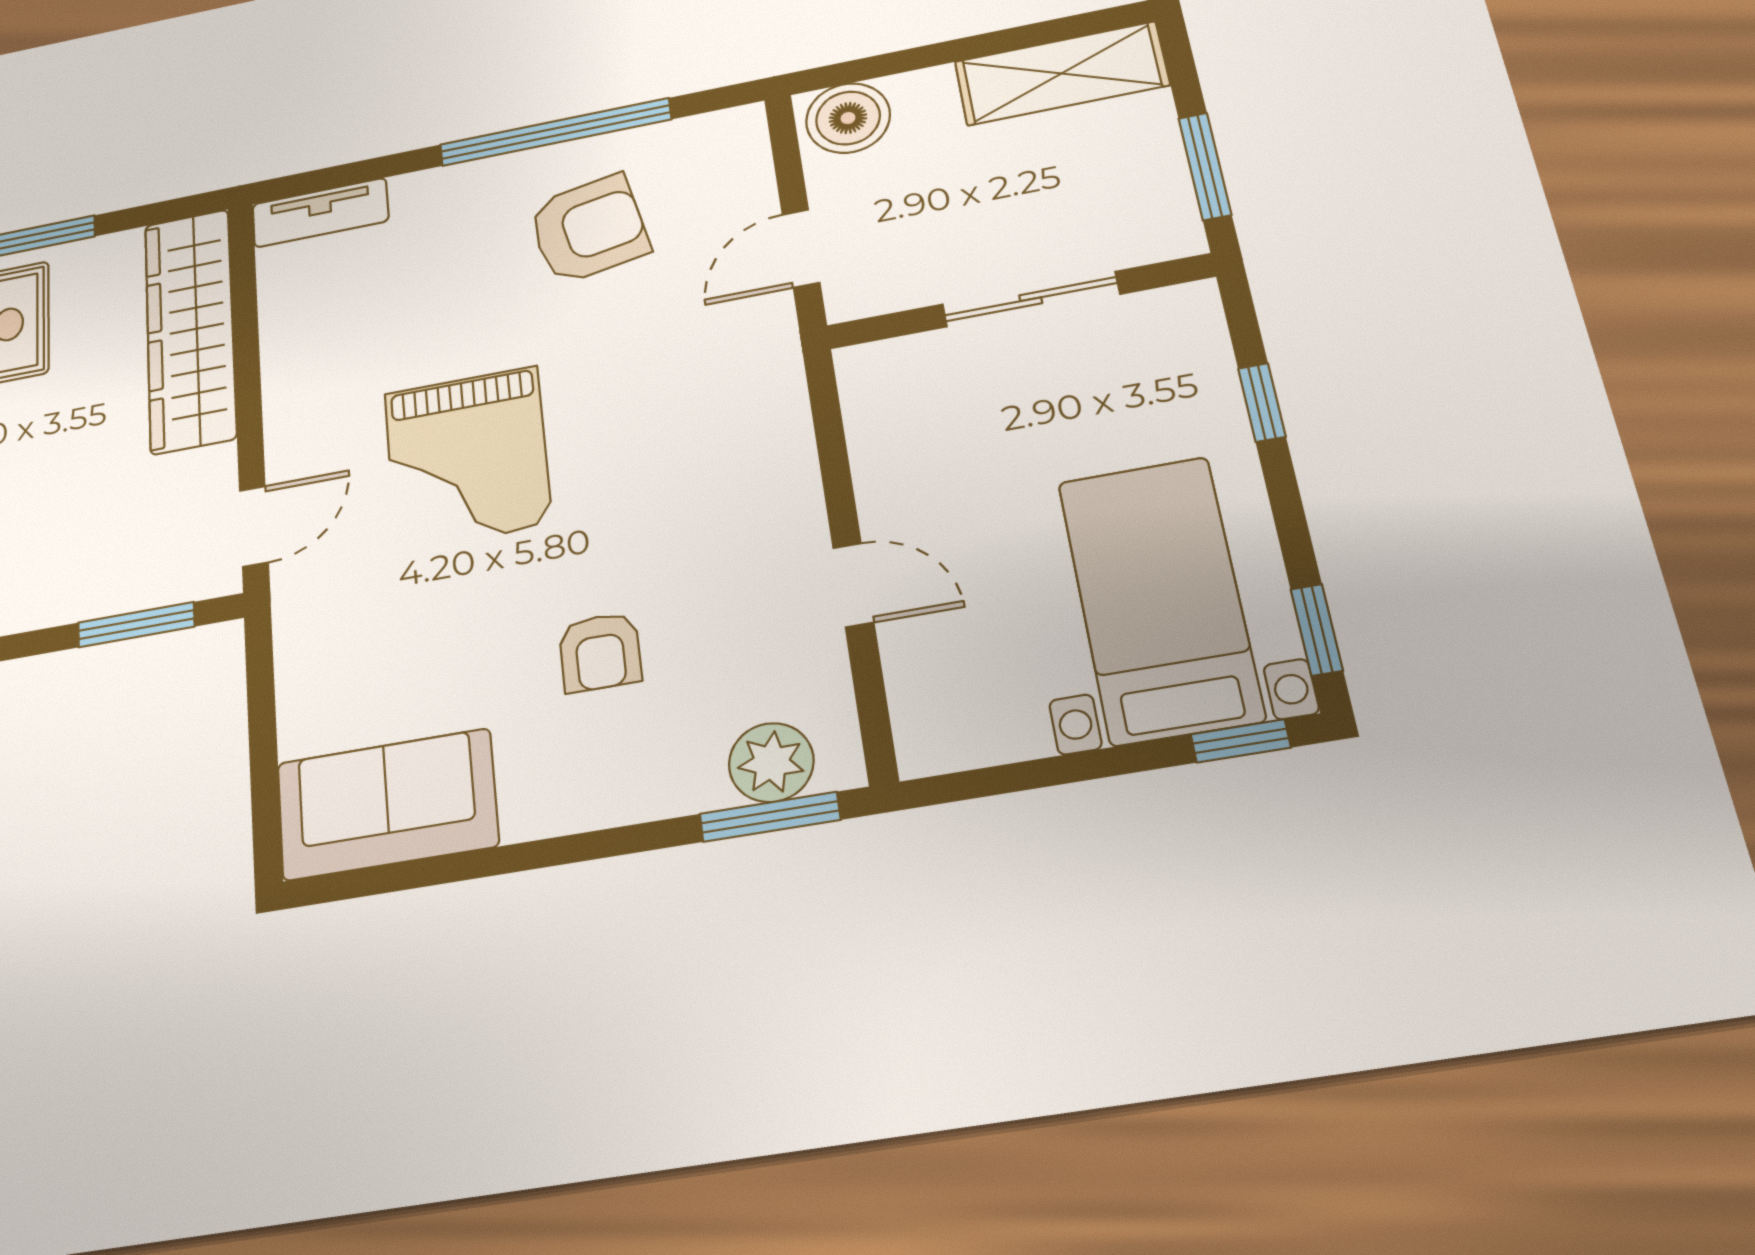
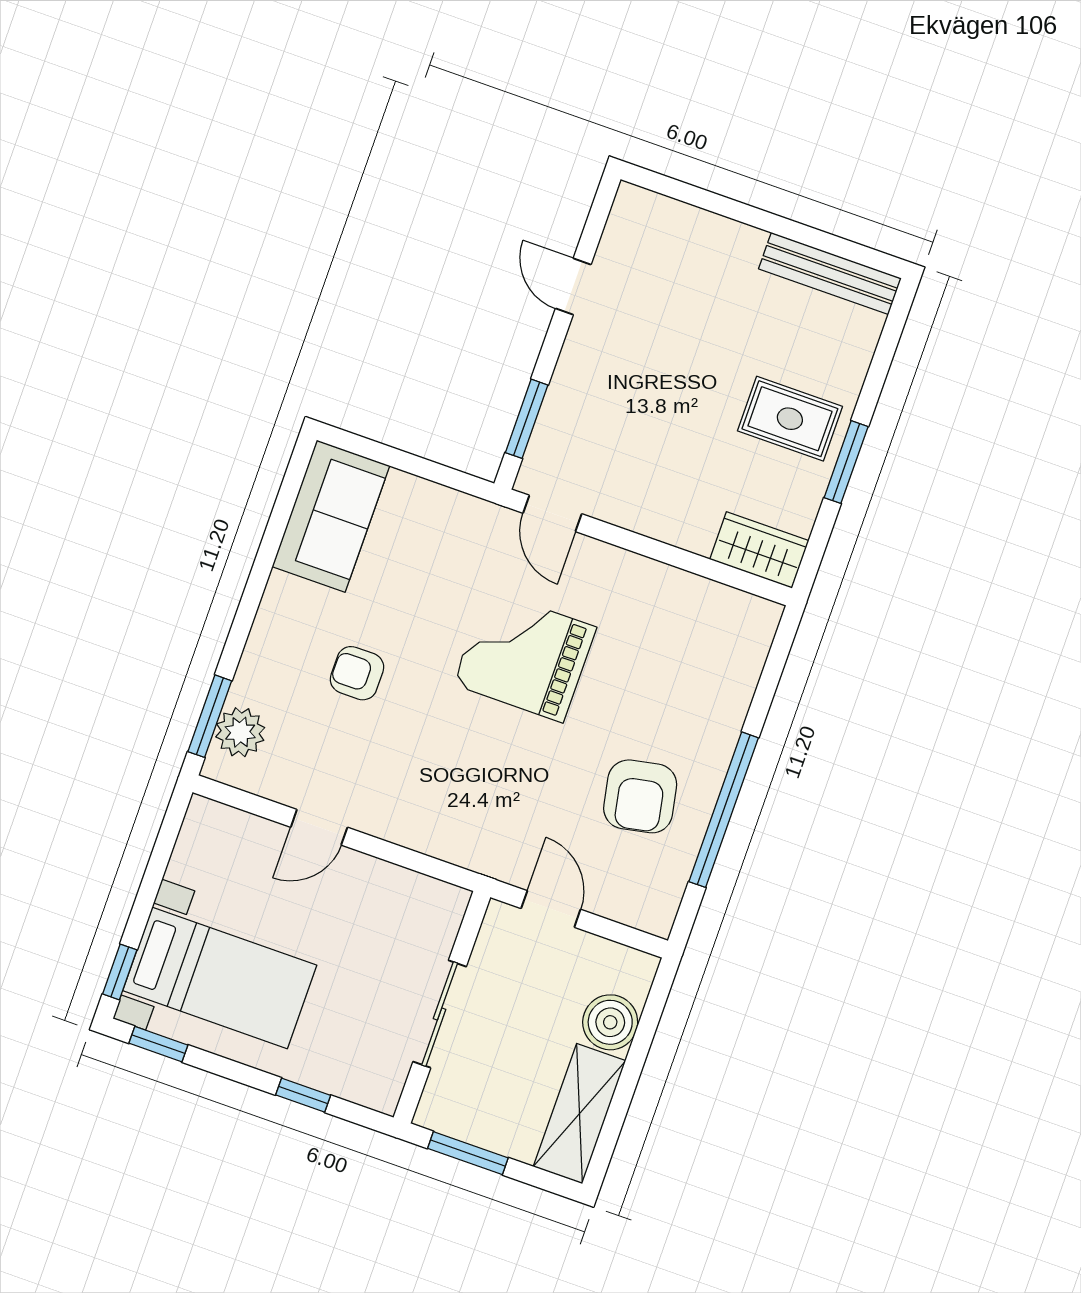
boiler: (848, 118) -> (610, 1022), moved
tv unit: (320, 213) -> (753, 644), removed
wardrobe: (190, 330) -> (759, 550), width x0.48, depth x0.85

